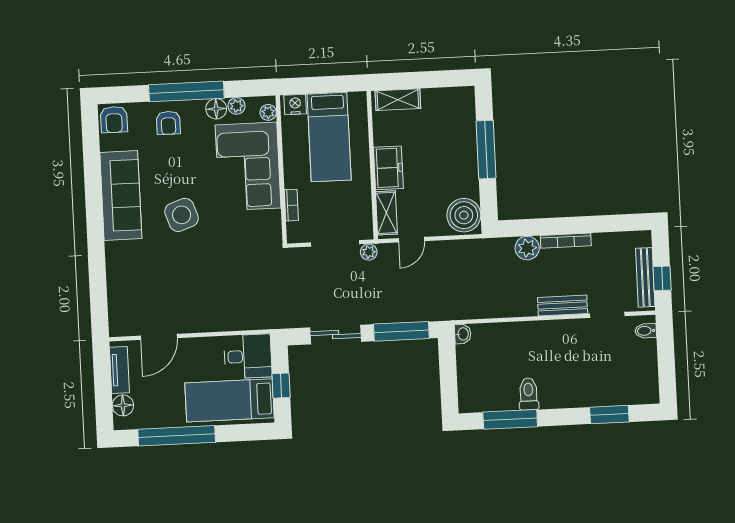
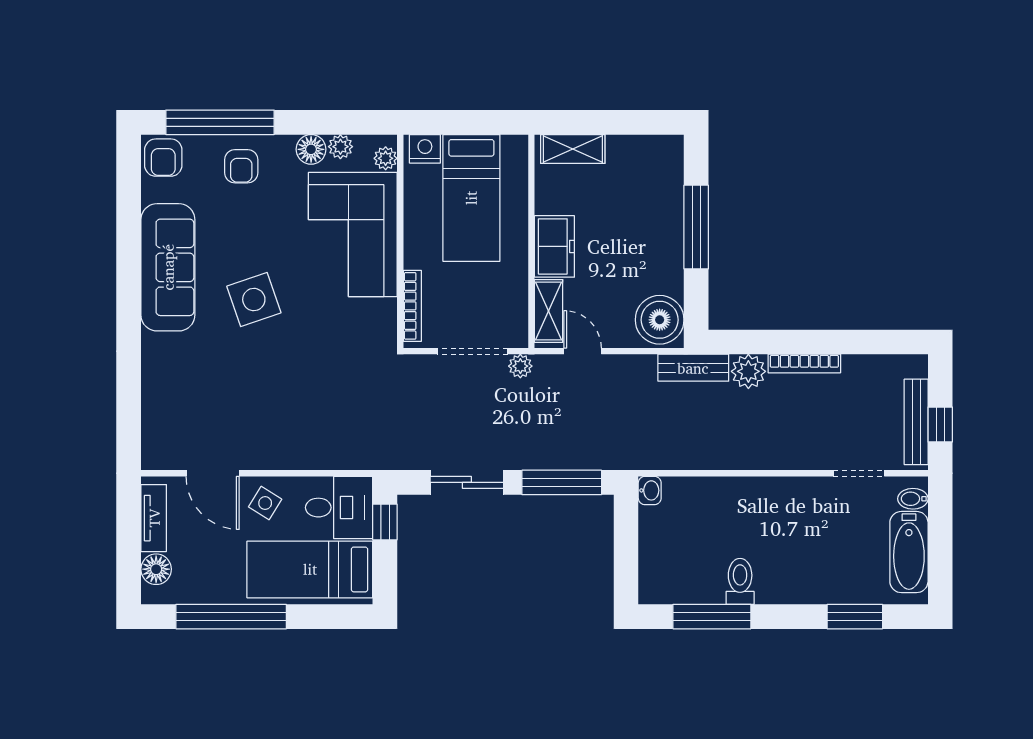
window: (186, 91) -> (220, 122), moved
bookcase: (291, 205) -> (412, 306), width x1.56
door: (411, 240) -> (583, 351), swing flipped
bench: (563, 306) -> (693, 368), moved
door: (159, 337) -> (213, 473), hinge flipped
side table: (196, 356) -> (265, 503), added
bathtub: (645, 368) -> (909, 552), added
window: (281, 386) -> (385, 522), moved

